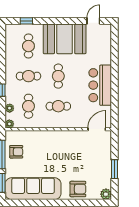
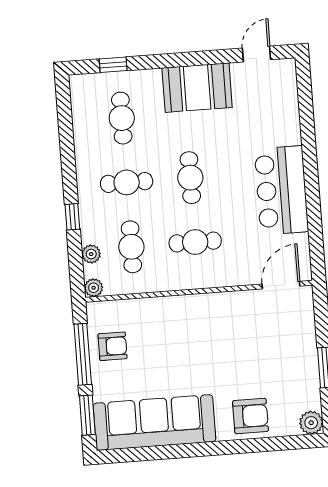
booth: (65, 39) -> (197, 88), width x0.73, depth x0.70

